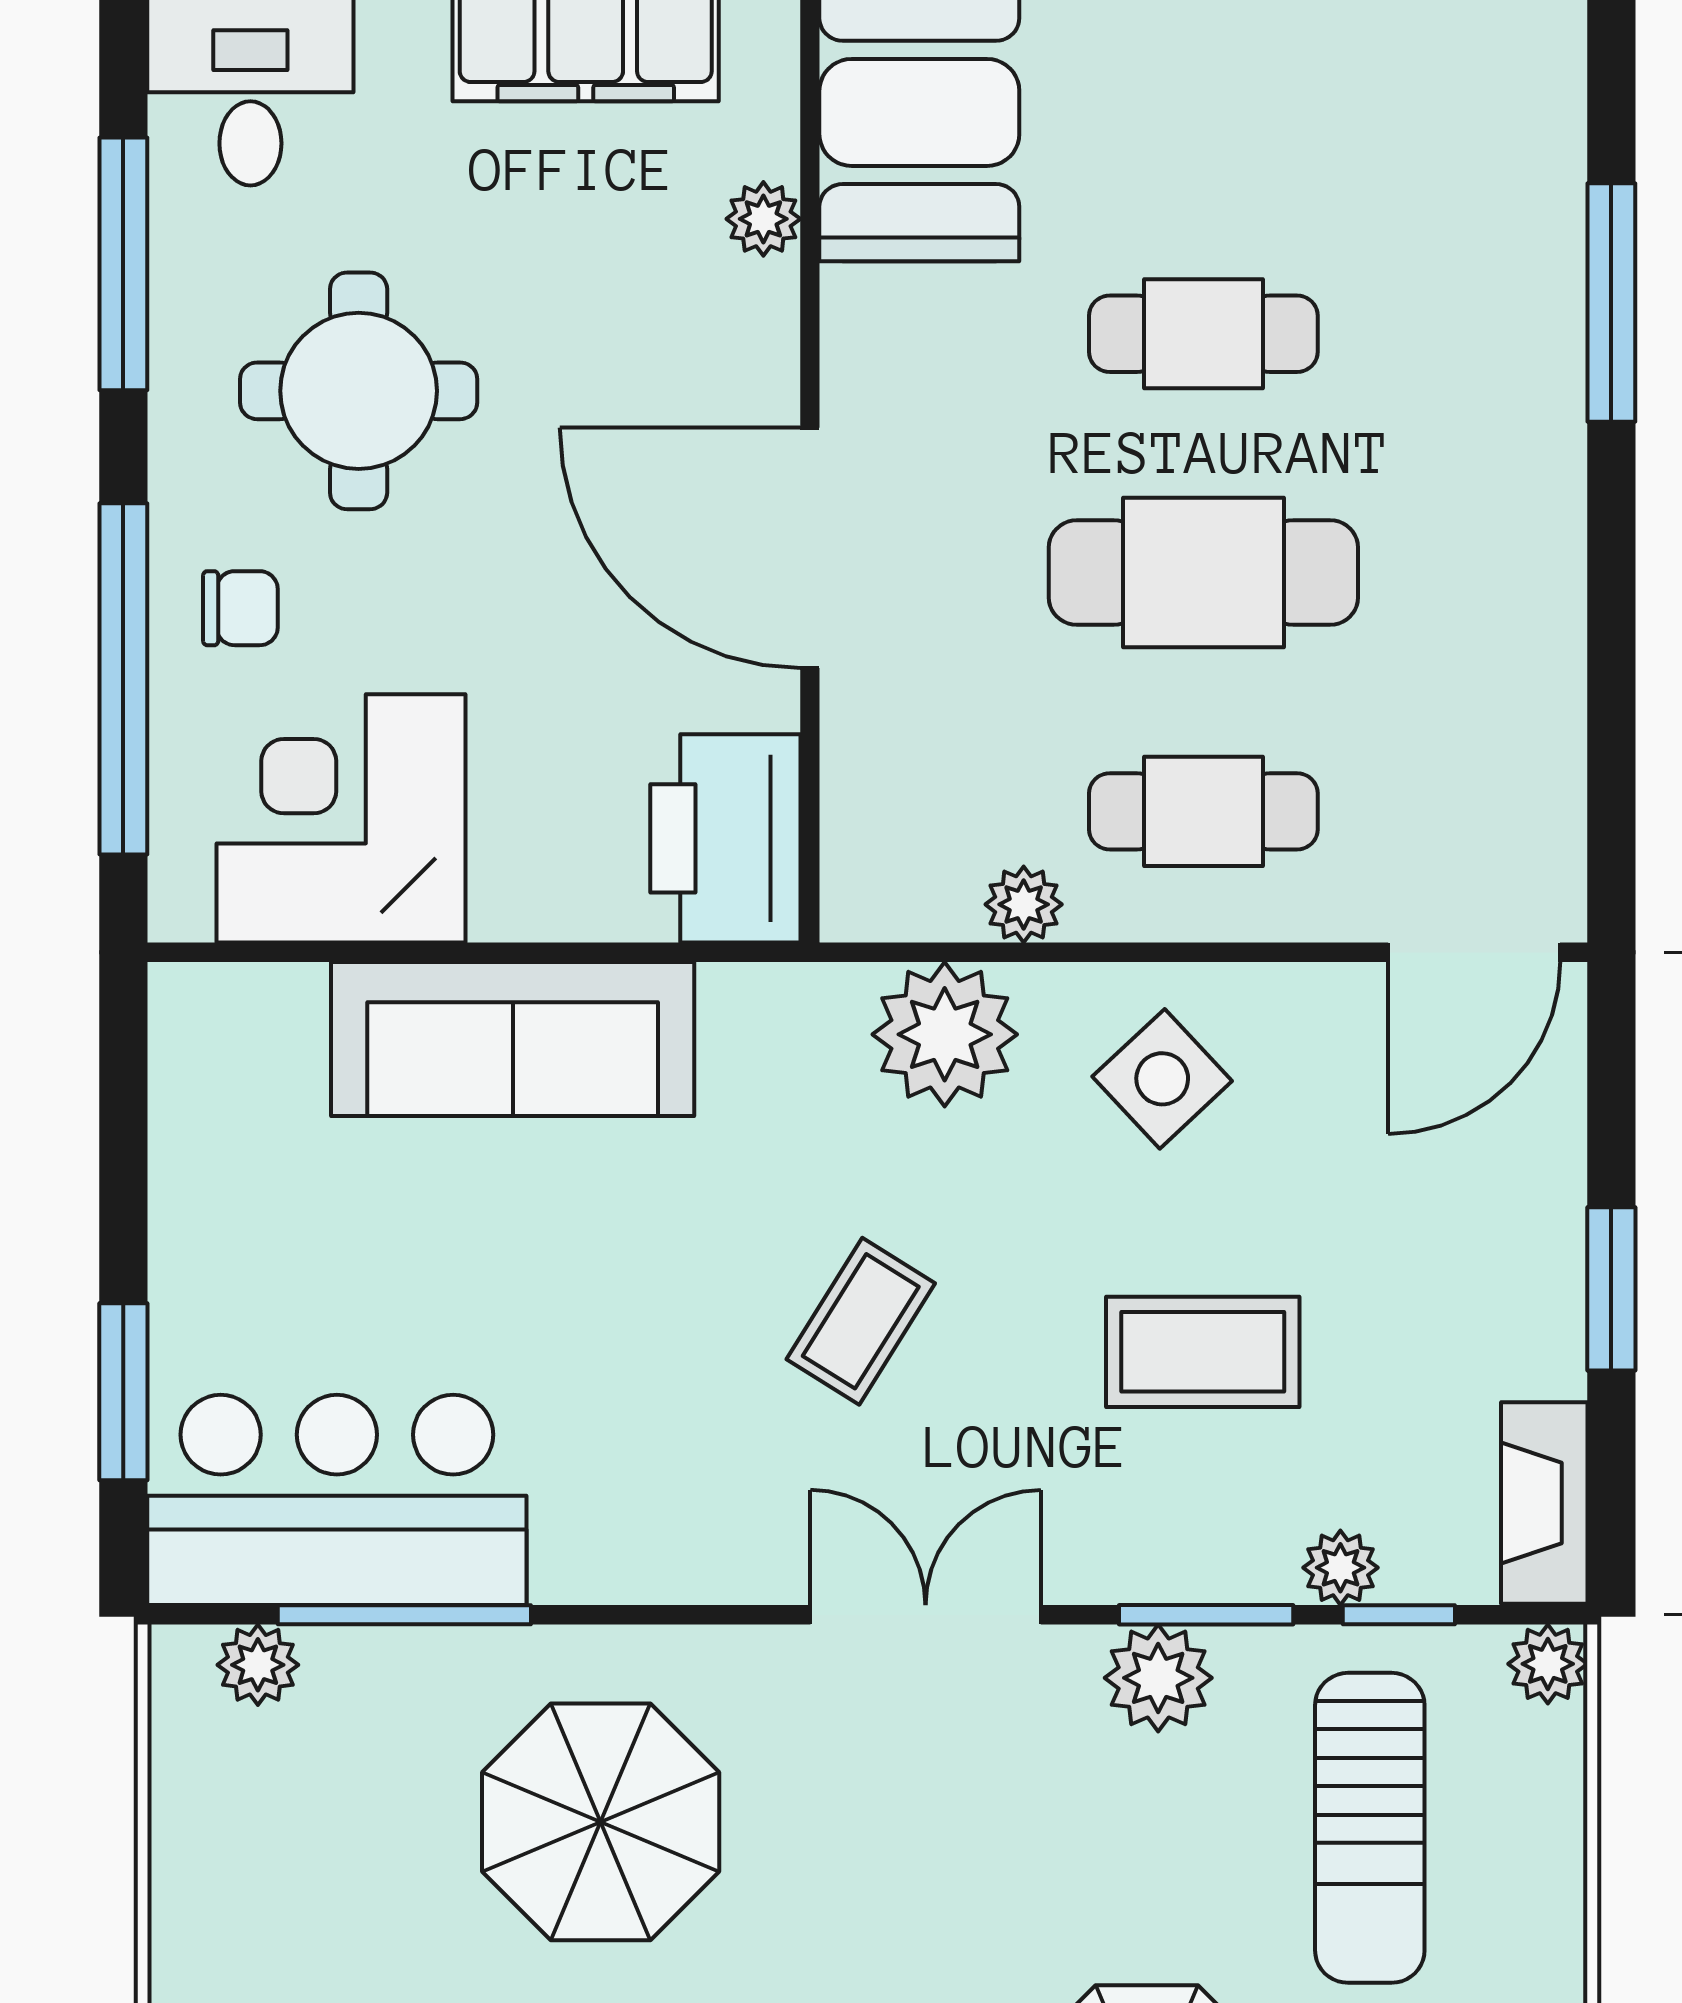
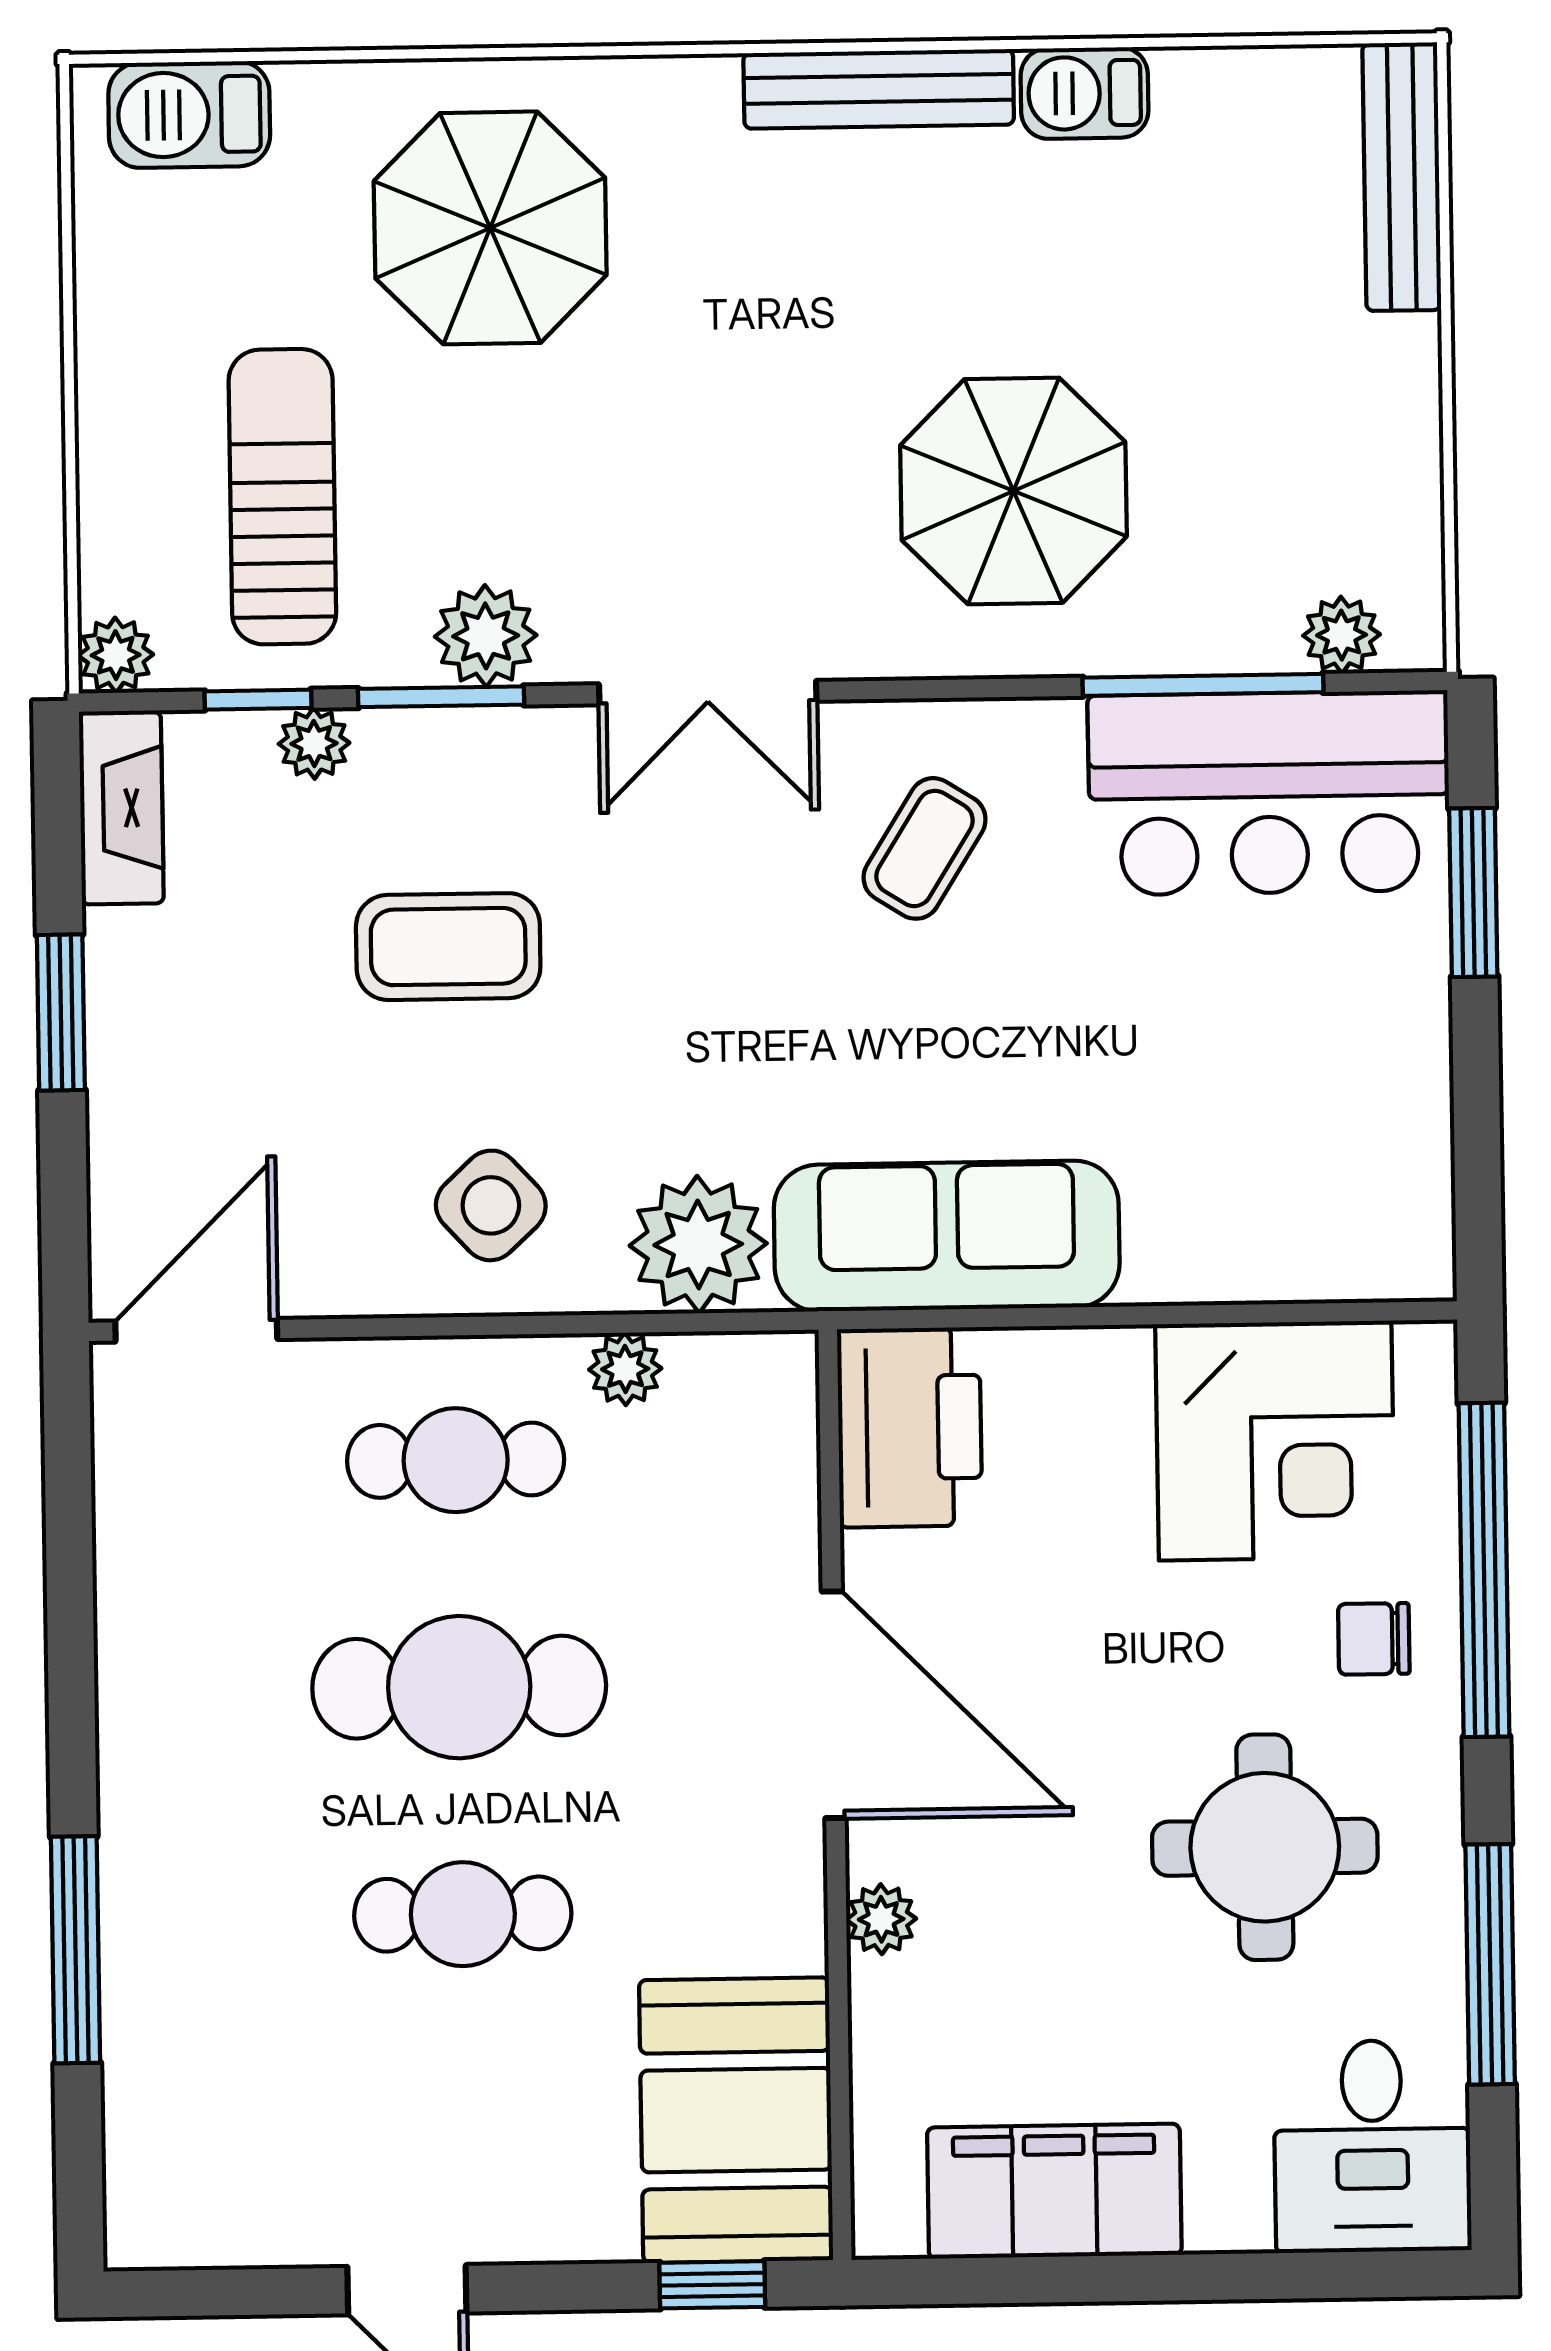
plant: (763, 219) -> (881, 1919), moved
sofa: (513, 1039) -> (947, 1236), moved
coffee table: (861, 1321) -> (925, 848), moved

